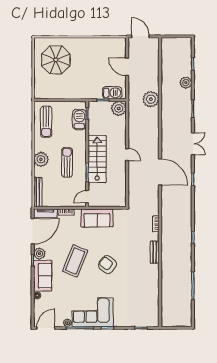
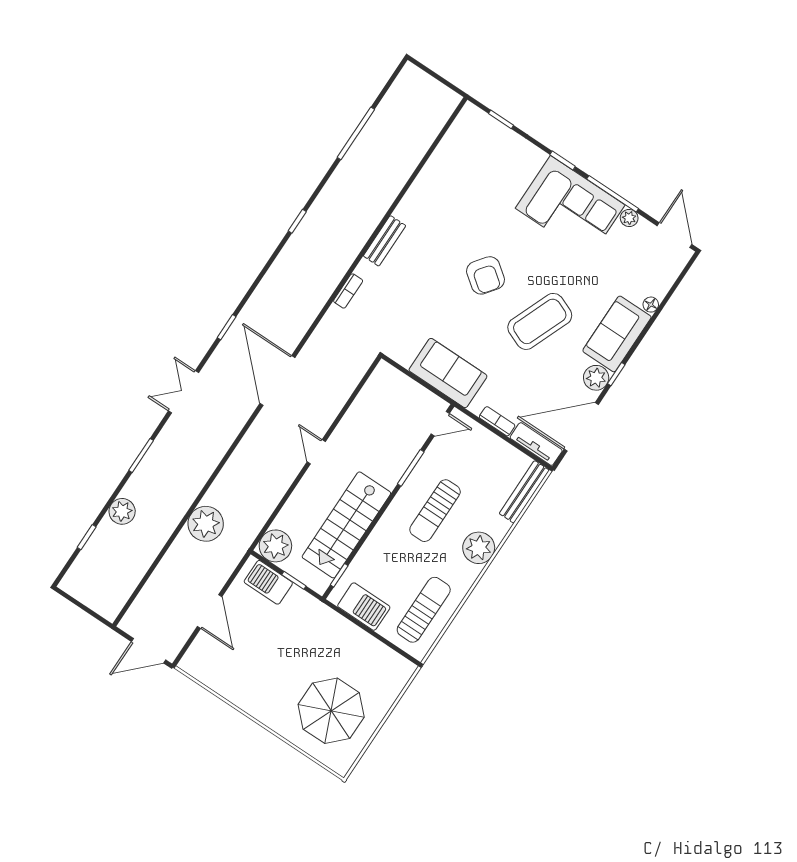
door: (140, 36) -> (149, 651), hinge flipped
barbecue: (79, 119) -> (364, 607), moved, turned -90
stairs: (97, 159) -> (346, 525), moved
door: (46, 328) -> (675, 235), swing flipped

